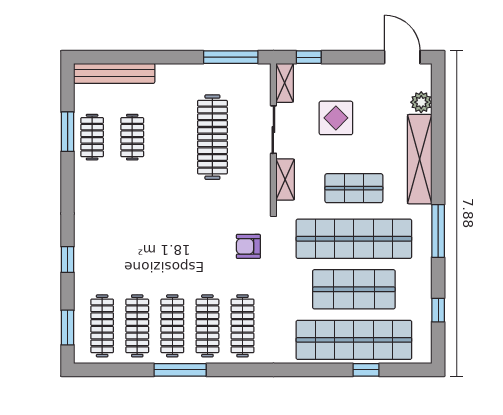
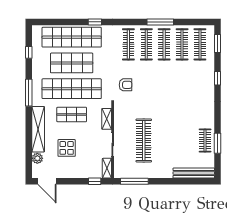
display table: (336, 118) -> (67, 148), moved
clothes rail: (132, 137) -> (185, 141), removed
window: (366, 370) -> (95, 22), moved

